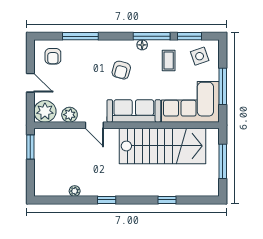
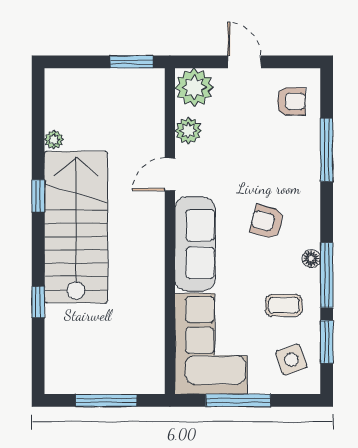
armchair: (53, 56) -> (291, 101), turned 180
door: (30, 83) -> (244, 62), swing flipped
stairs: (163, 146) -> (76, 227), moved, turned 180

